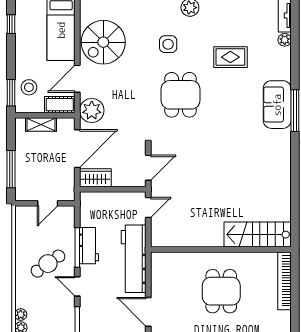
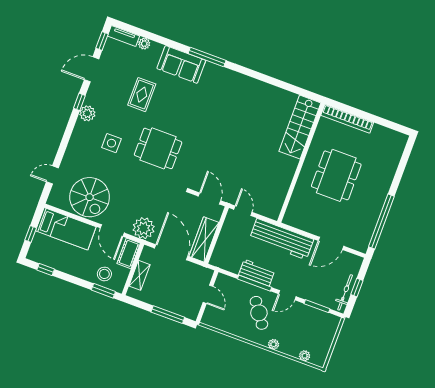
sofa: (277, 105) -> (181, 64), moved
wardrobe: (95, 178) -> (204, 239), width x1.50
dining table: (221, 291) -> (336, 175), width x1.38
plant: (21, 315) -> (274, 344), moved

